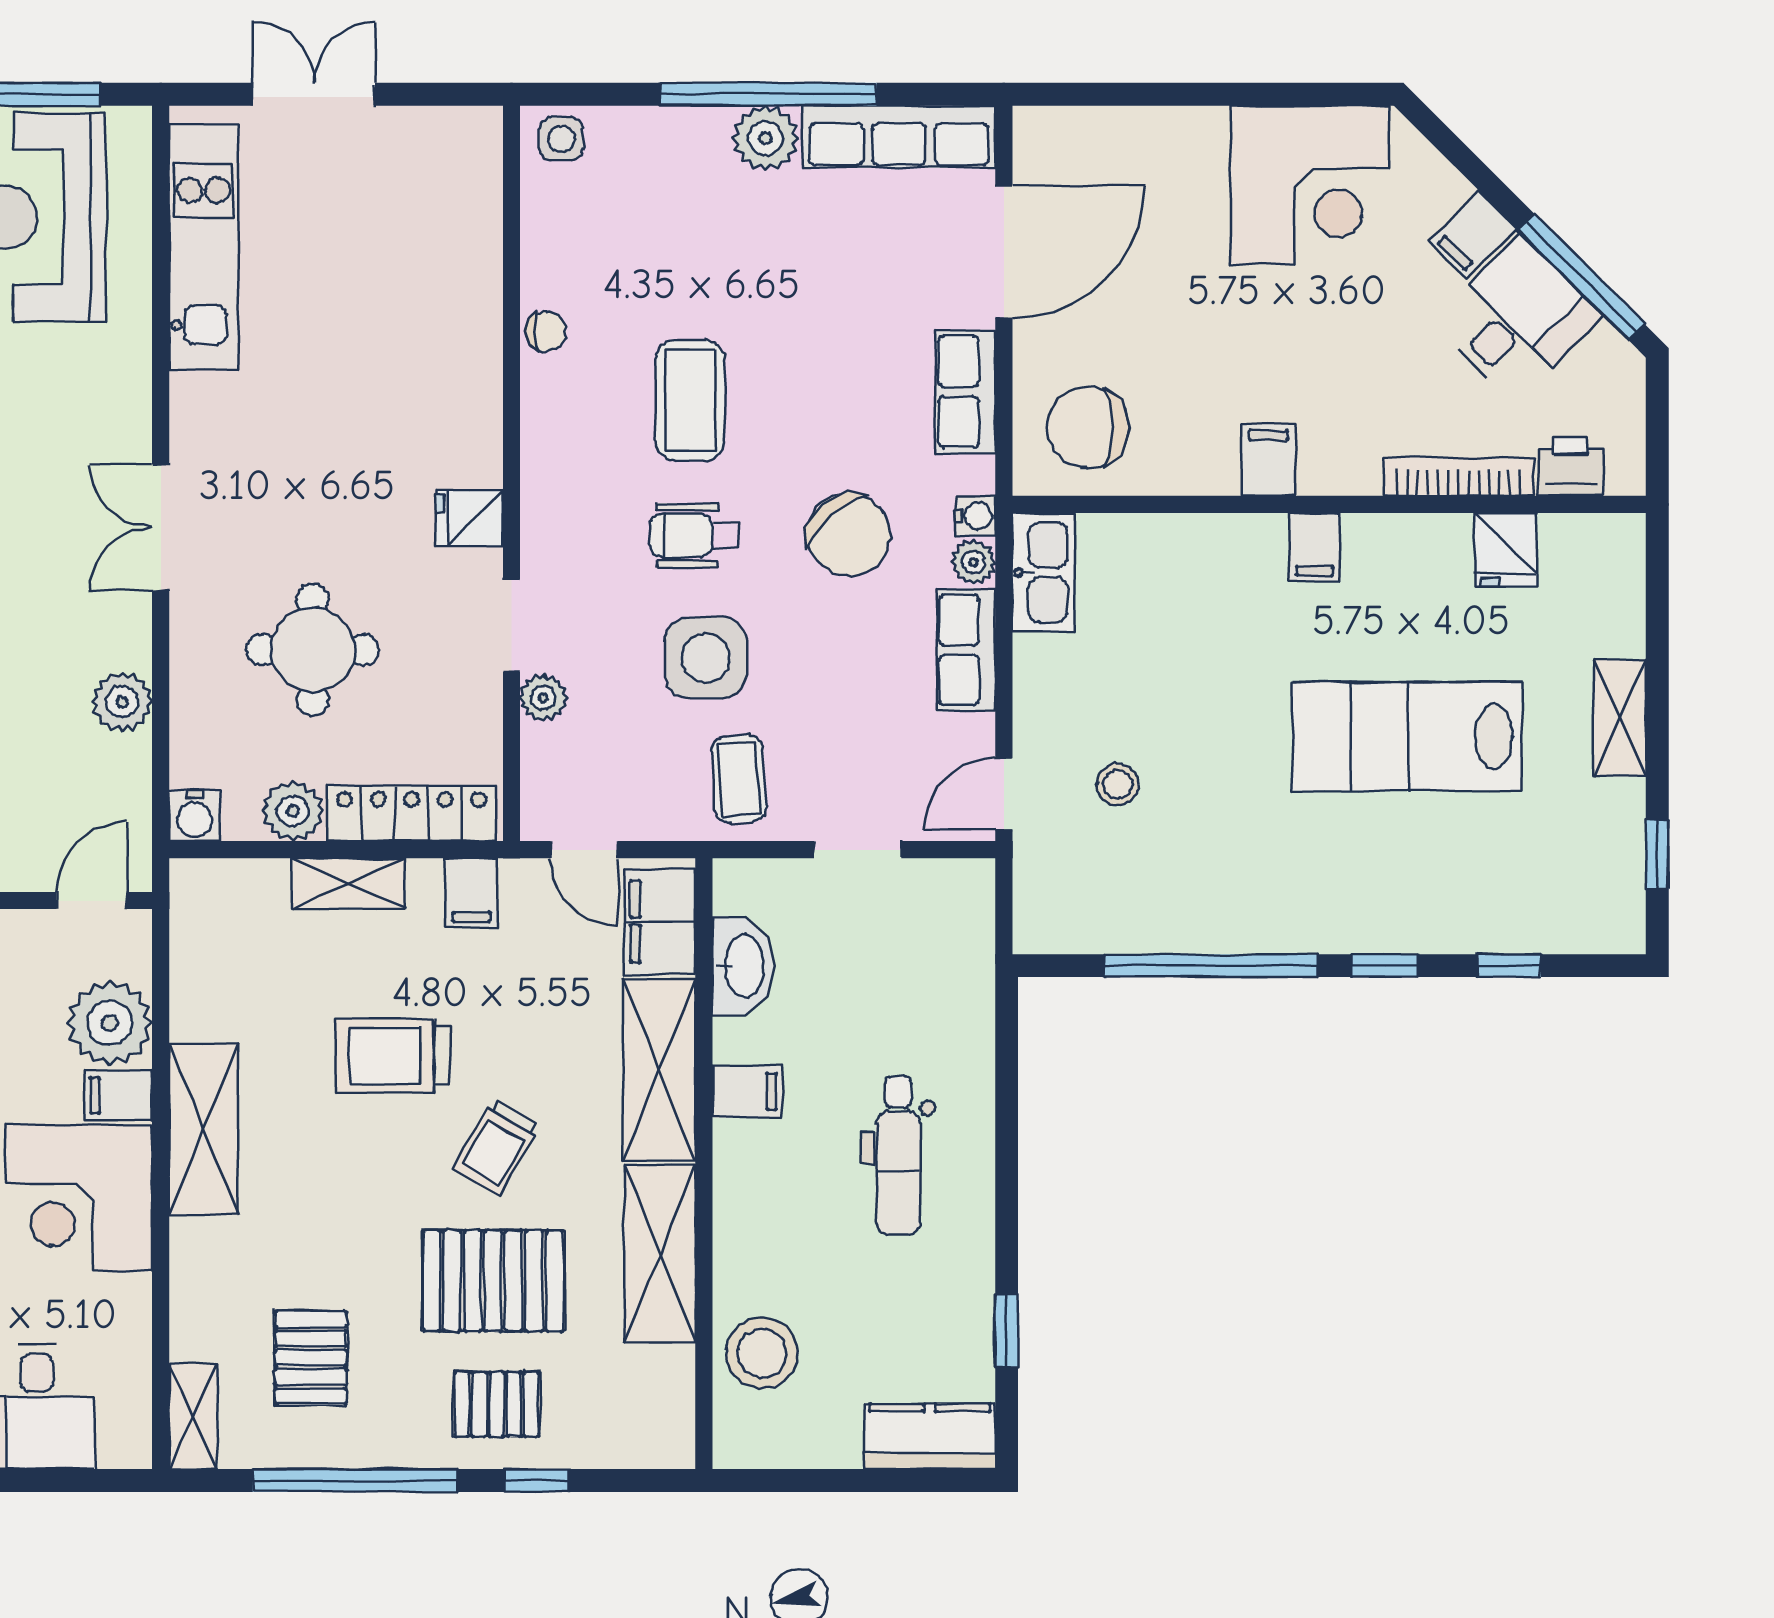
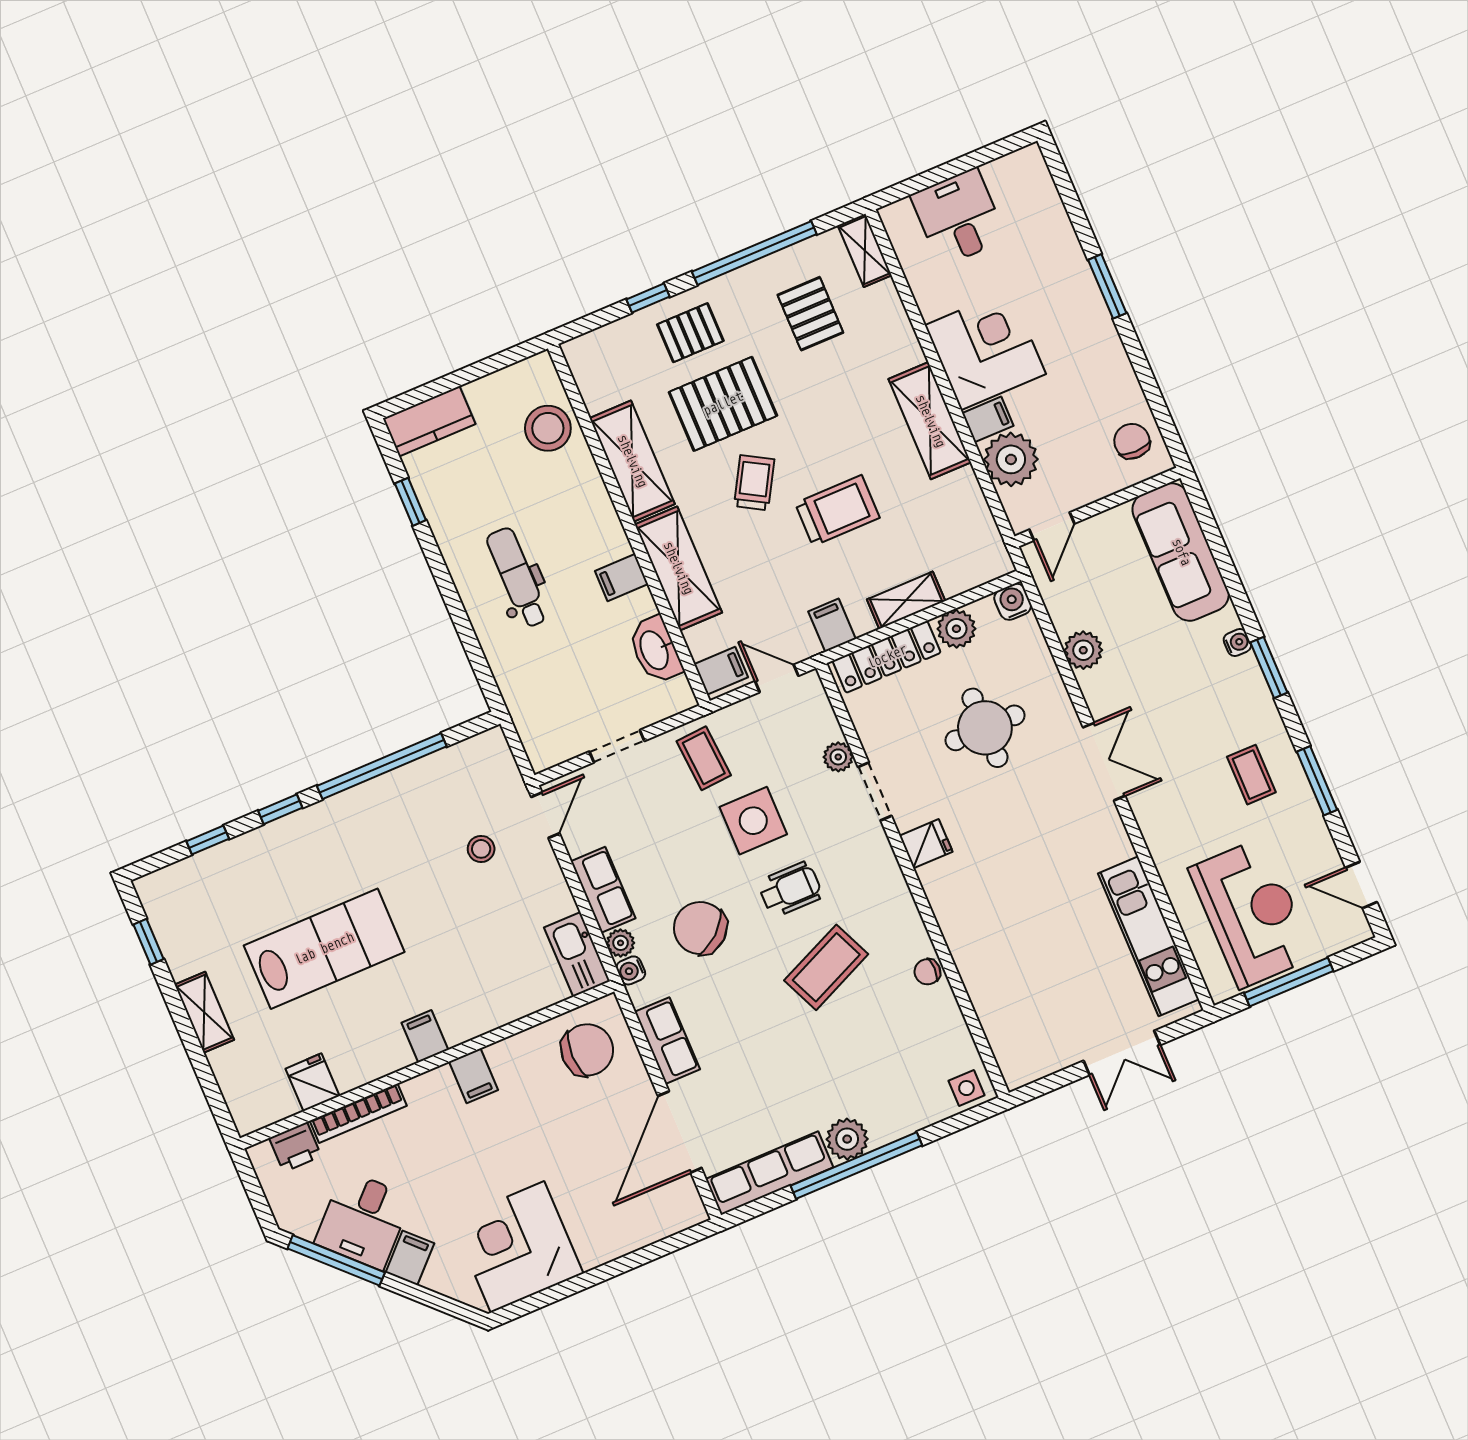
coffee table: (690, 400) -> (826, 967), turned 66
filing cabinet: (660, 921) -> (721, 671), width x0.50

